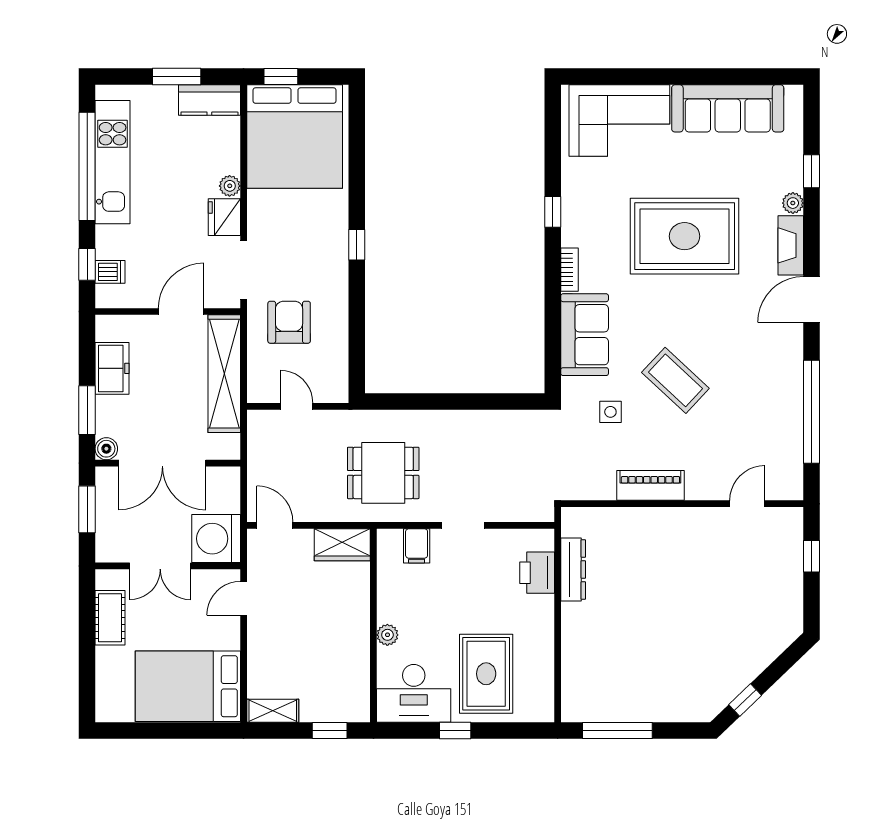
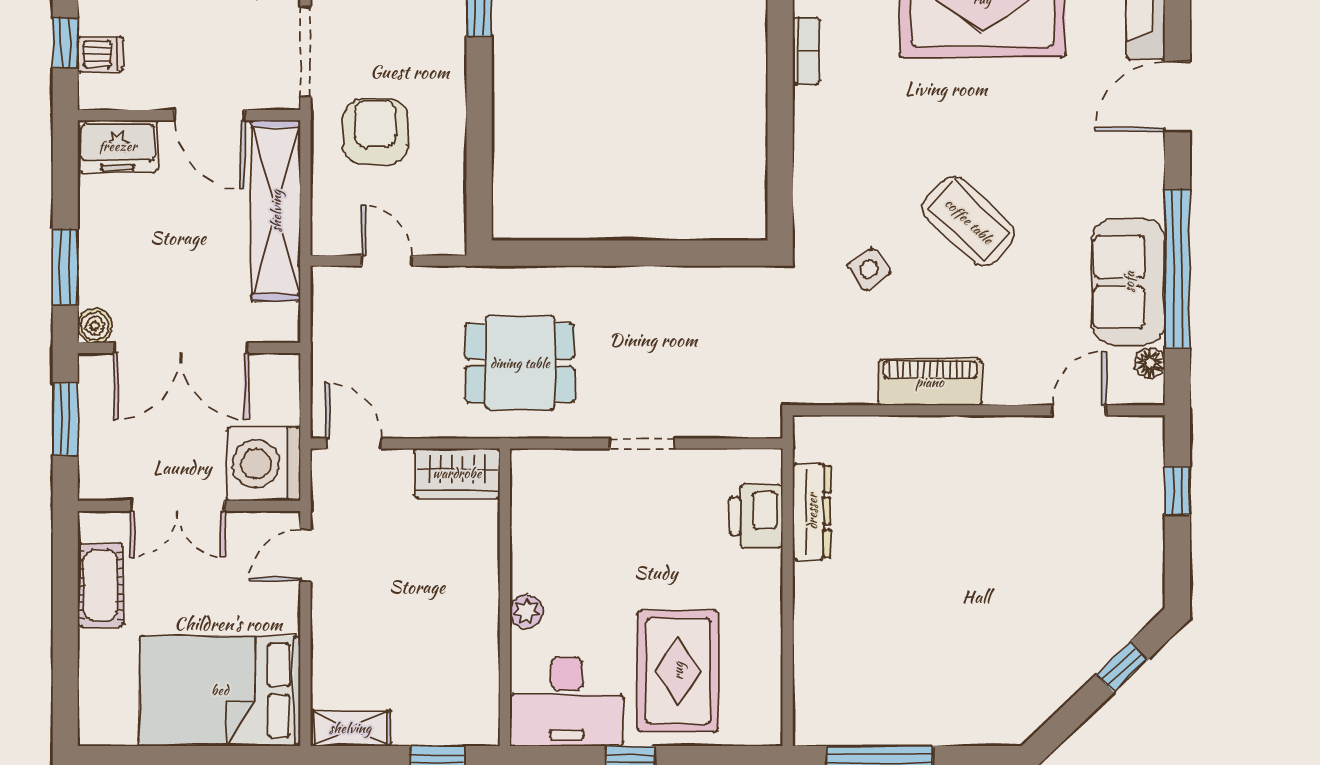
door: (181, 311) -> (210, 115), swing flipped
sofa: (585, 335) -> (1129, 282), moved, turned 180
freezer: (112, 368) -> (118, 146), moved, turned 90
side table: (610, 412) -> (869, 269), turned -34
floor lamp: (794, 473) -> (1150, 363), added
filing cabinet: (417, 546) -> (571, 475), removed
window: (745, 700) -> (1122, 667), moved

